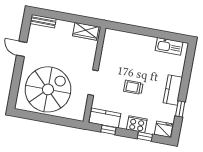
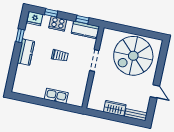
wardrobe: (86, 31) -> (115, 108), moved
kitchen sink: (169, 46) -> (56, 96), moved

